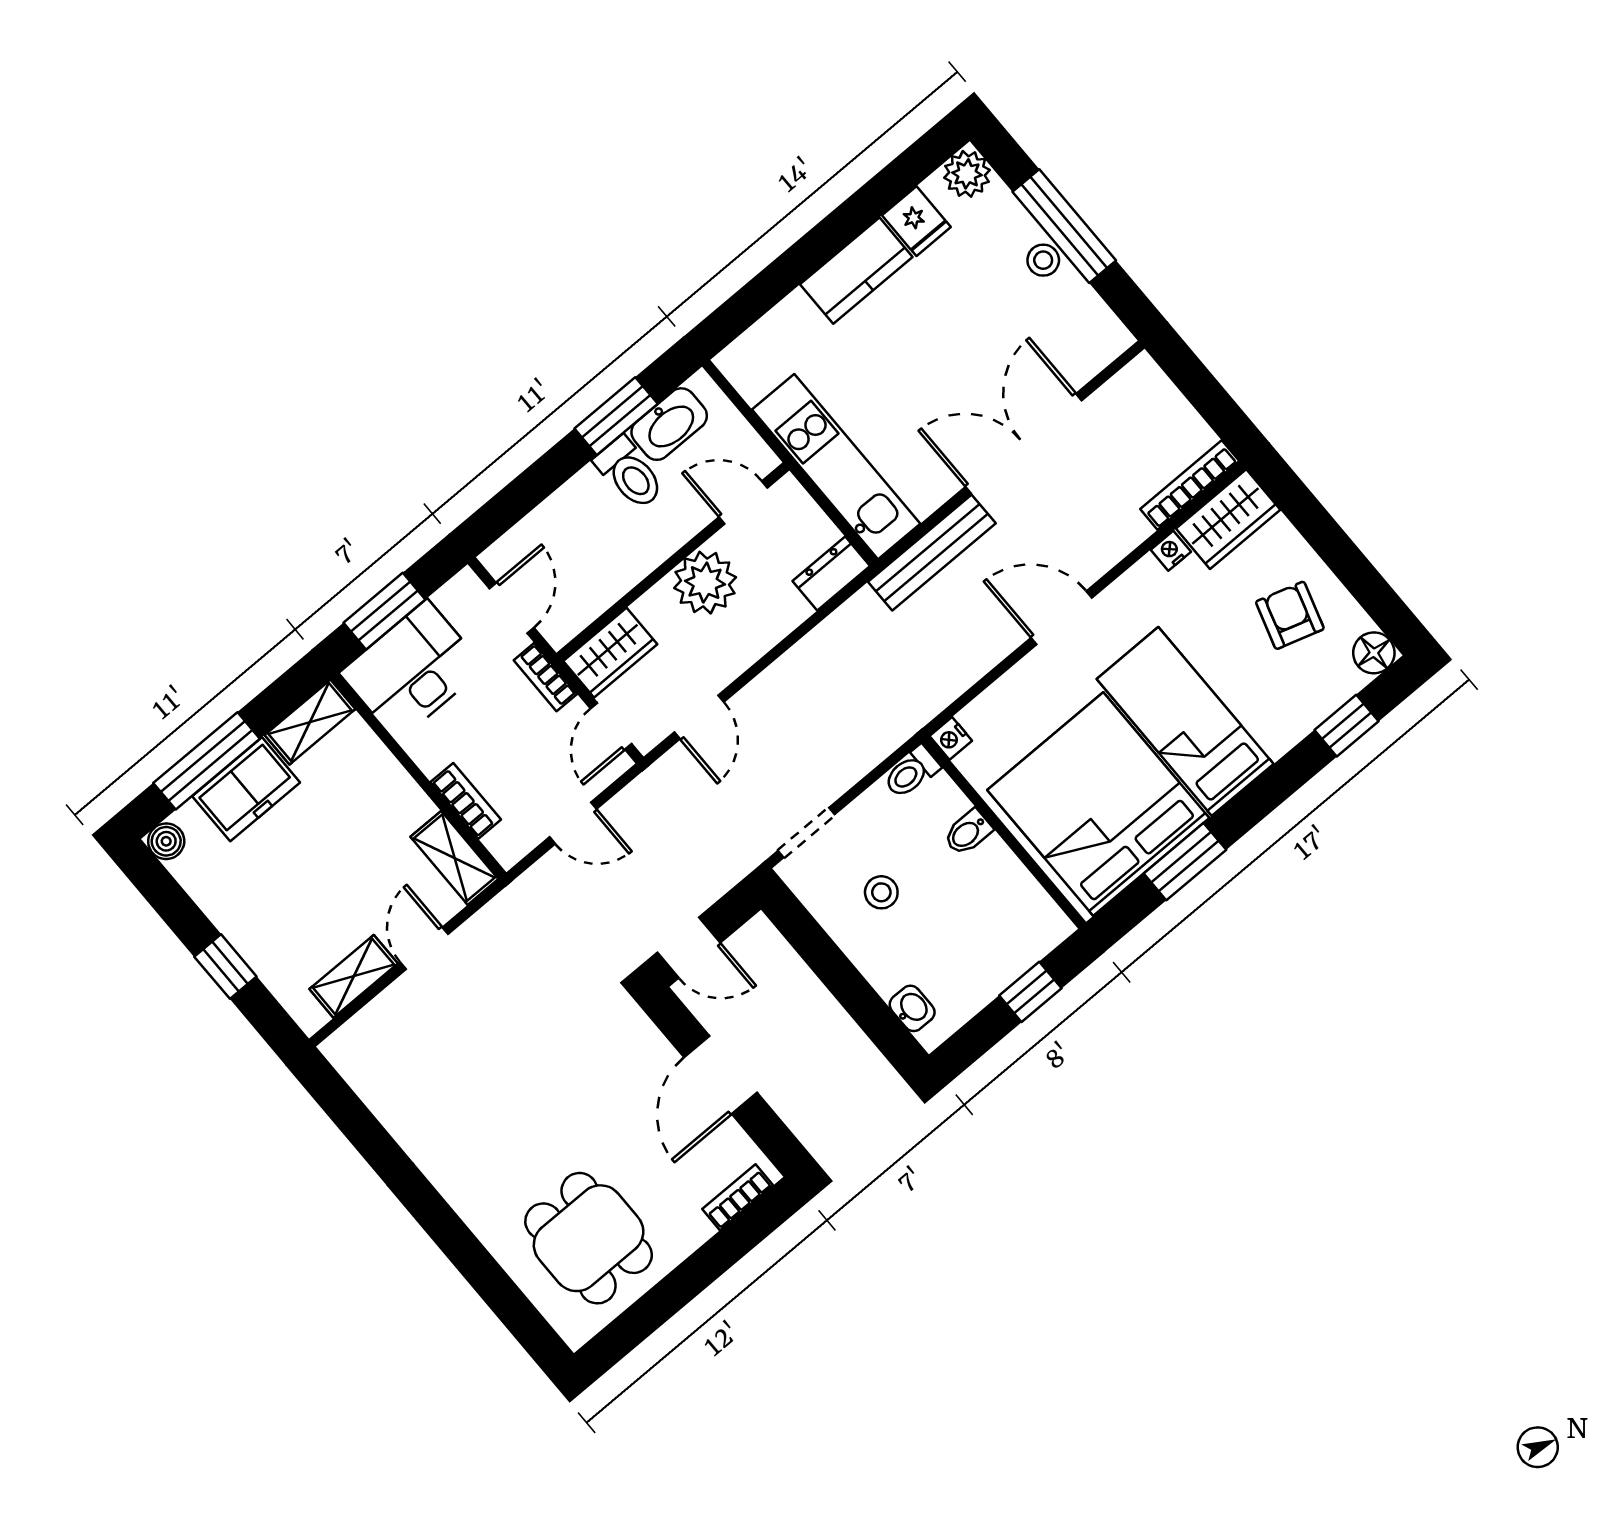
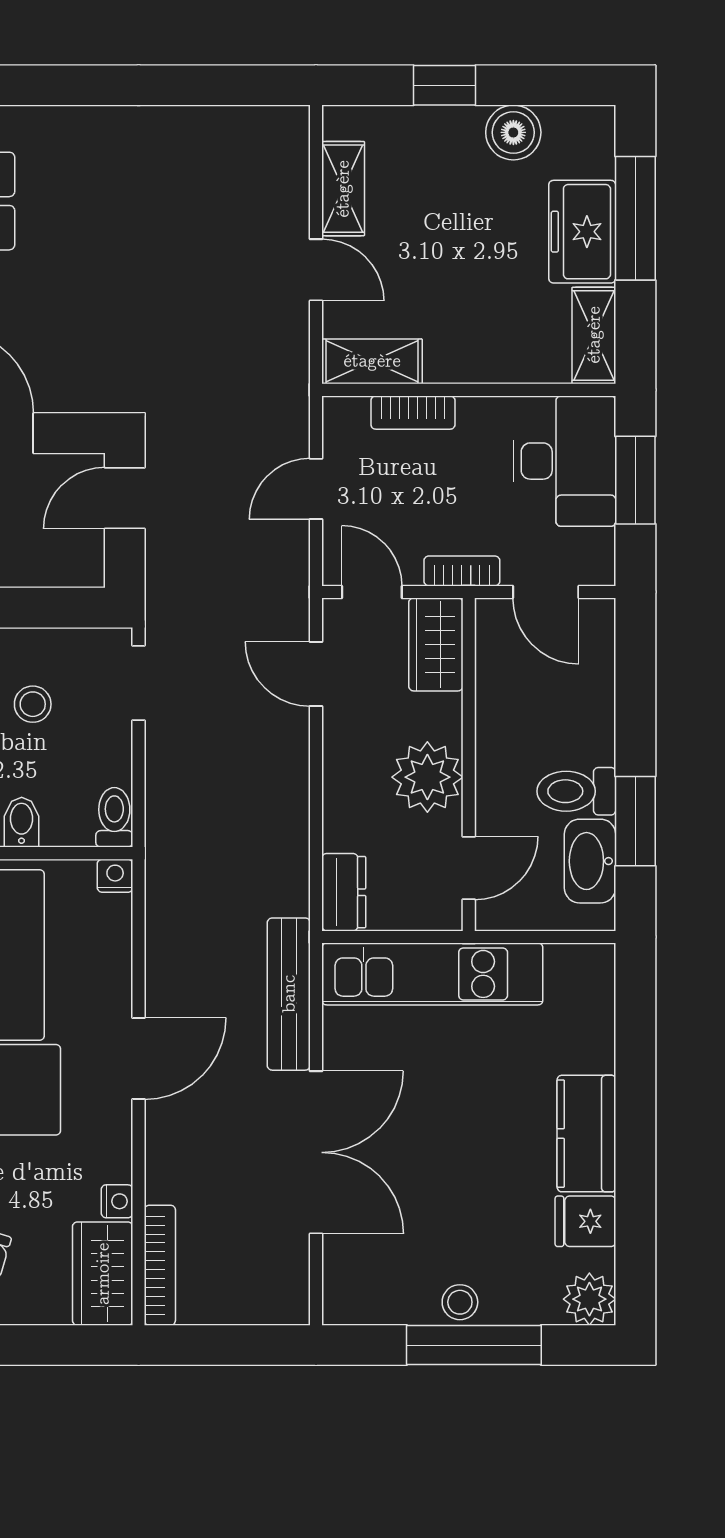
boiler: (166, 841) -> (513, 132), moved, width x1.36, depth x1.36

